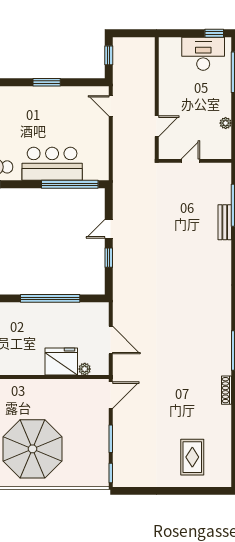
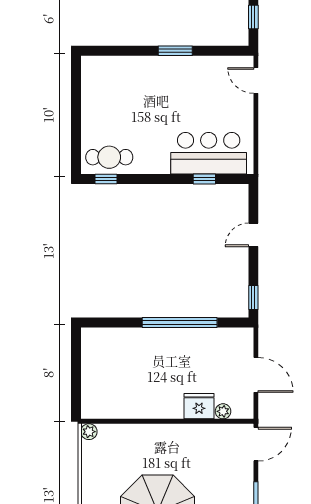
bar counter: (52, 164) -> (209, 153), moved
window: (70, 184) -> (204, 179), width x0.32
window: (109, 258) -> (253, 298), moved
fridge: (61, 362) -> (199, 406), width x0.73, depth x0.75

